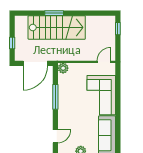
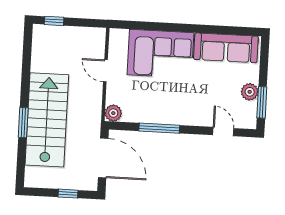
door: (104, 62) -> (105, 71), moved

